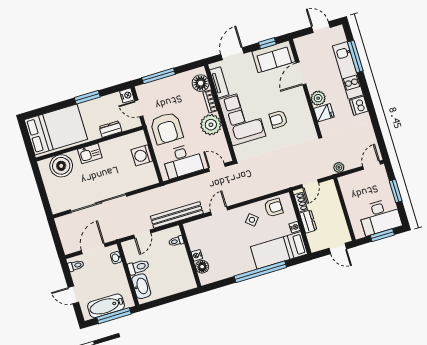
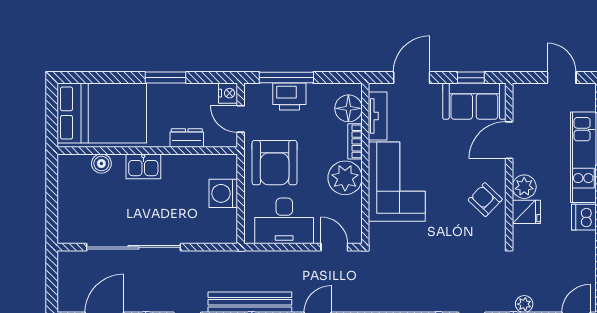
printer: (164, 87) -> (289, 97), added
armchair: (278, 119) -> (485, 200), moved, turned 44
boiler: (61, 166) -> (101, 164), width x0.54, depth x0.54

